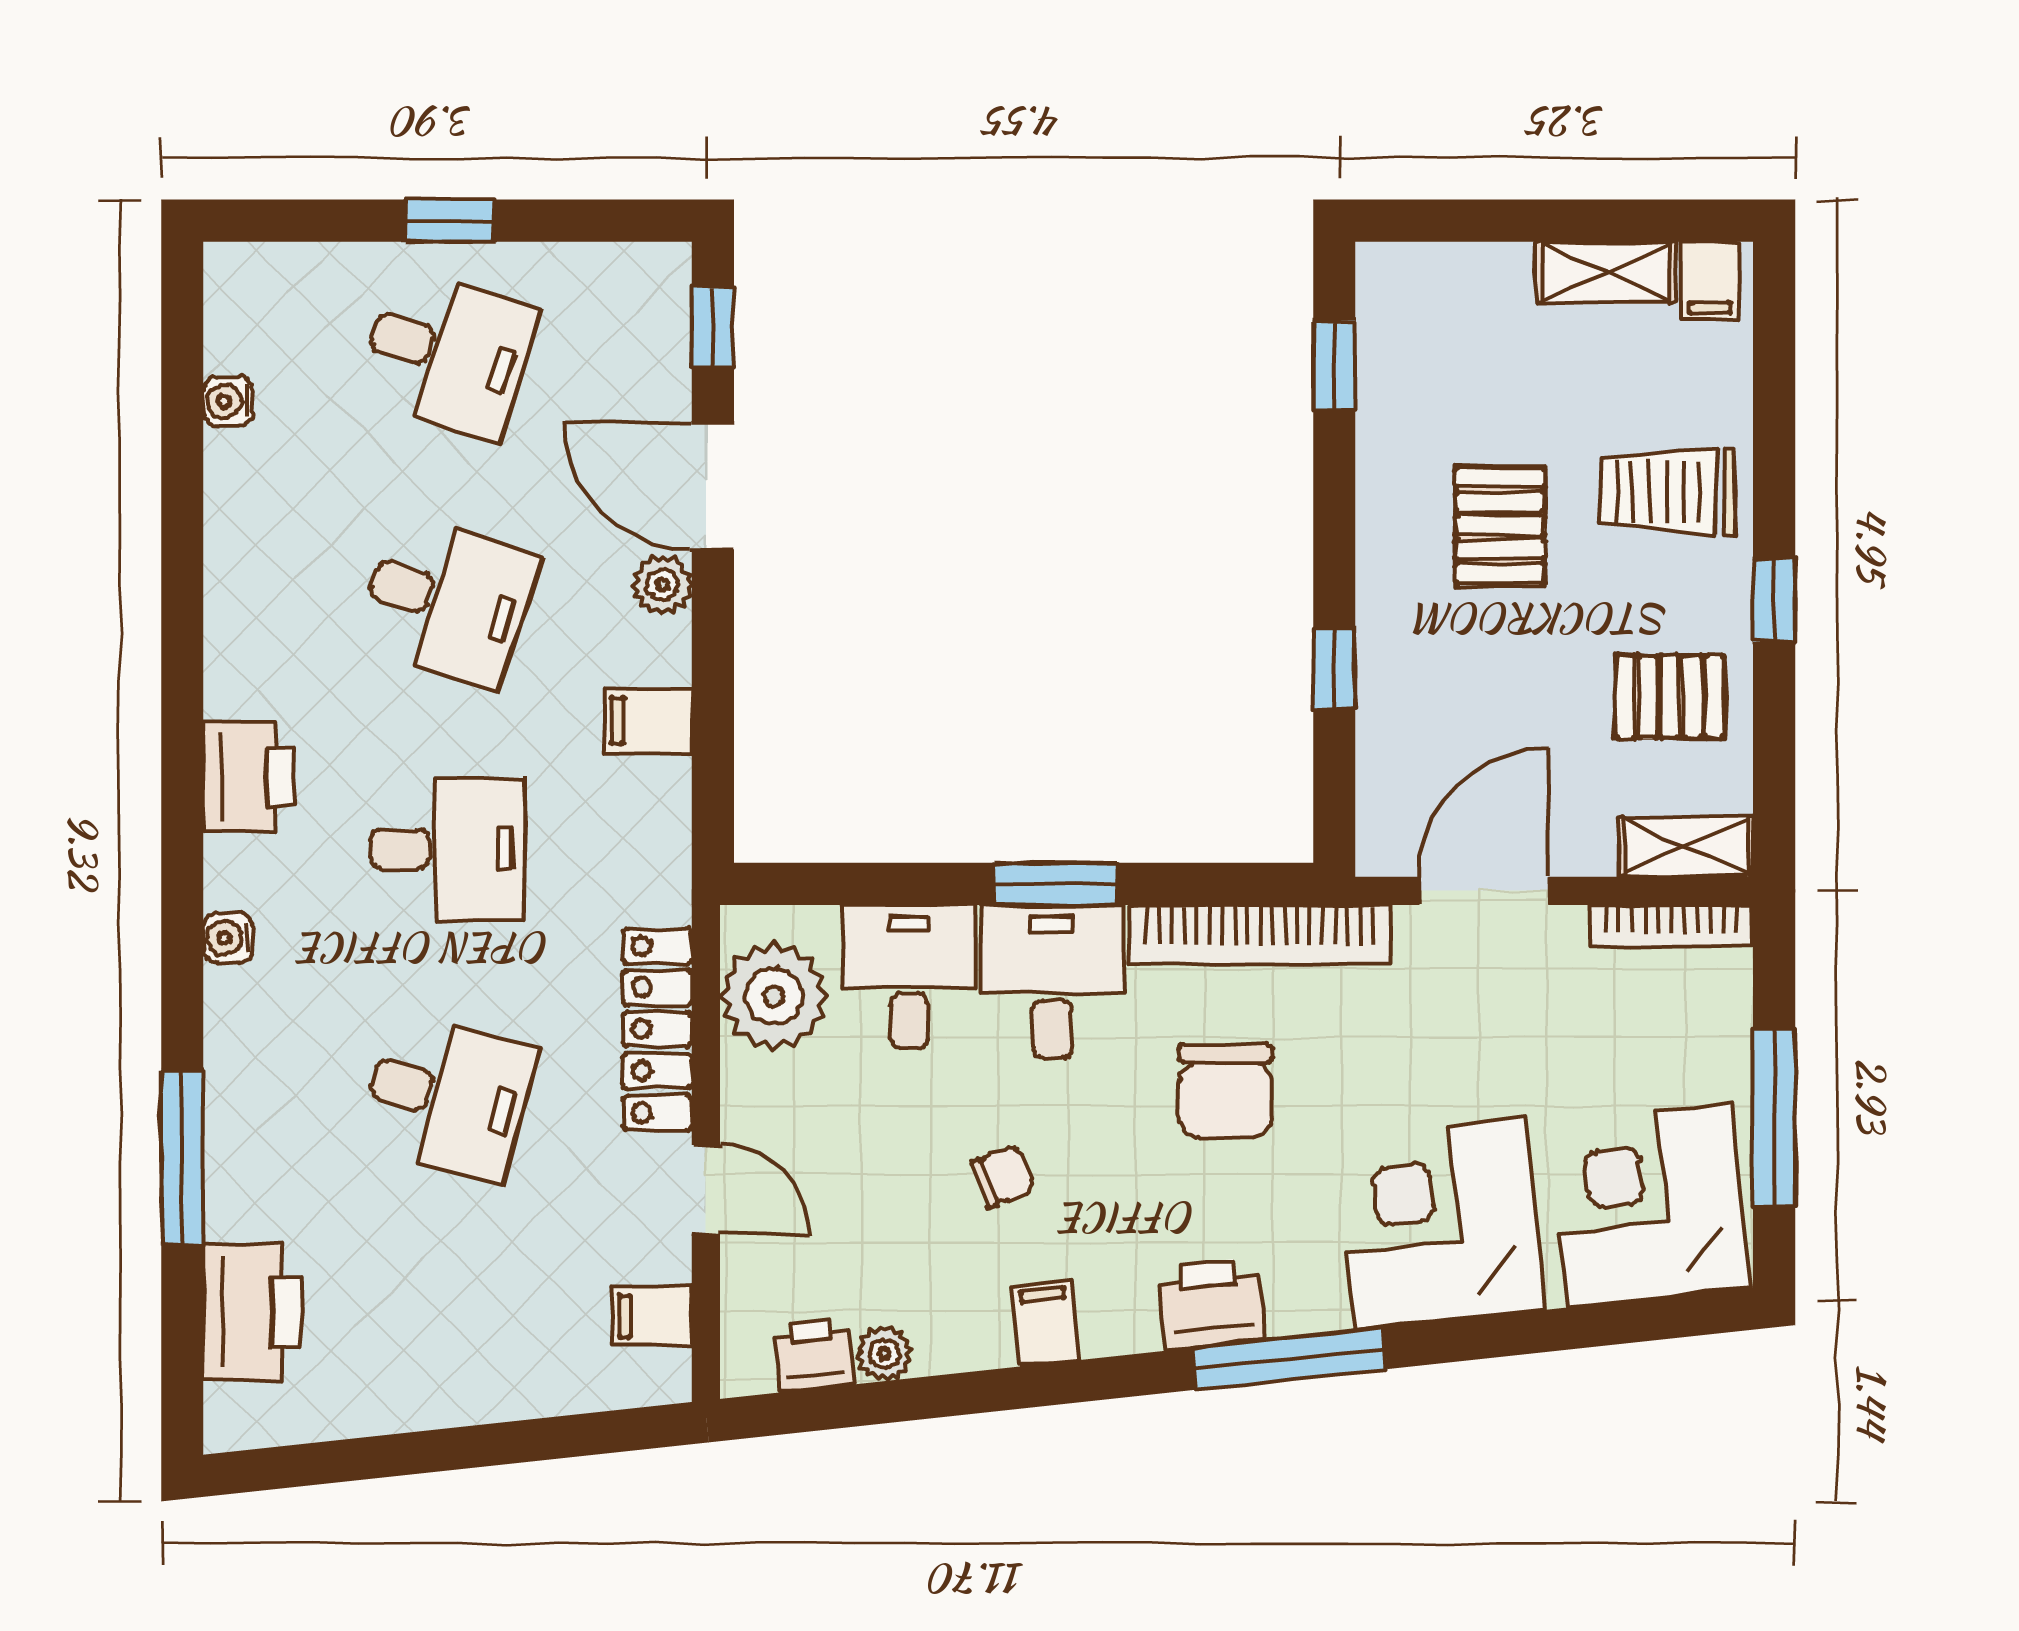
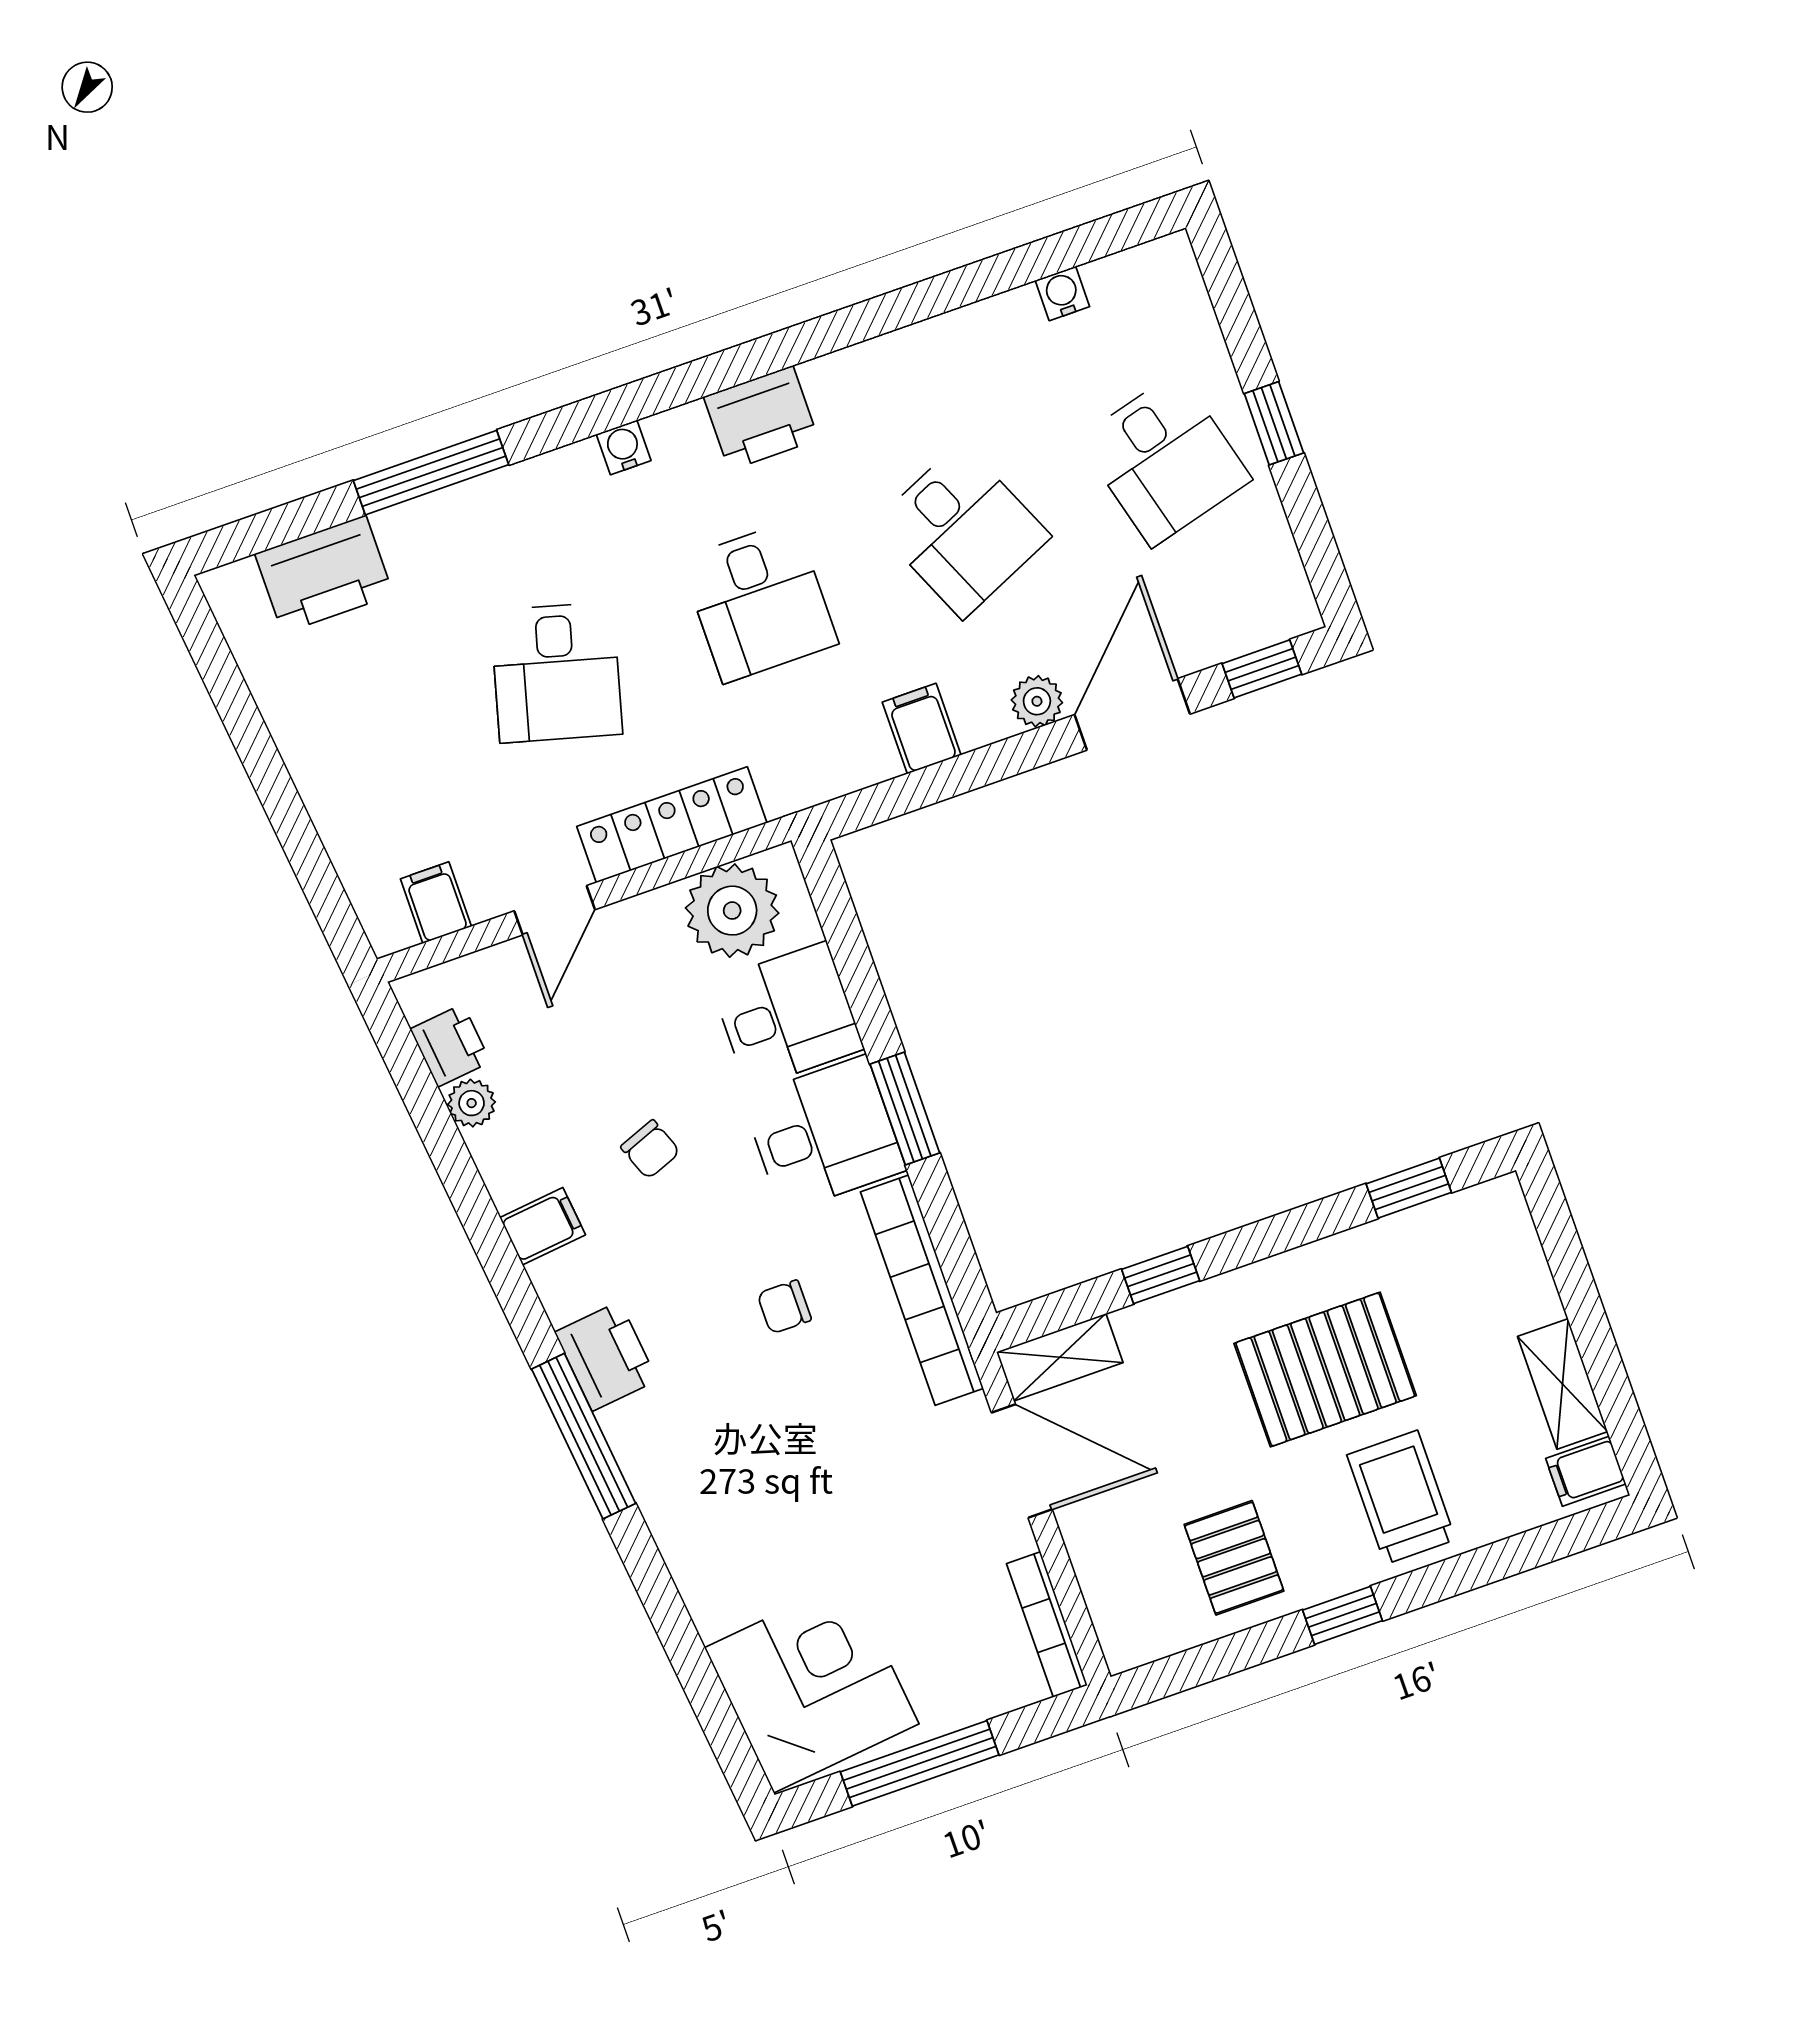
desk: (448, 353) -> (1165, 459), turned -33
pallet: (1500, 526) -> (1325, 1369), width x1.50, depth x1.42
desk: (448, 601) -> (962, 530), turned -42
shelving: (1686, 847) -> (1060, 1357), moved, turned 90
chair: (1225, 1091) -> (784, 1307), width x0.54, depth x0.54
corner desk: (1439, 1224) -> (737, 1520), removed

